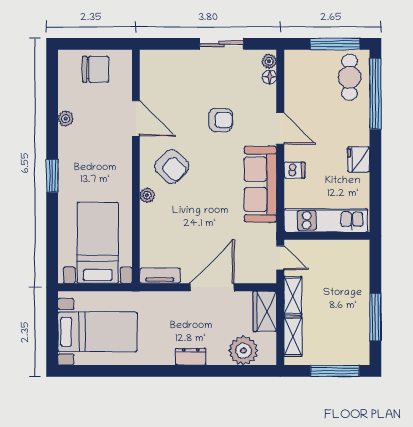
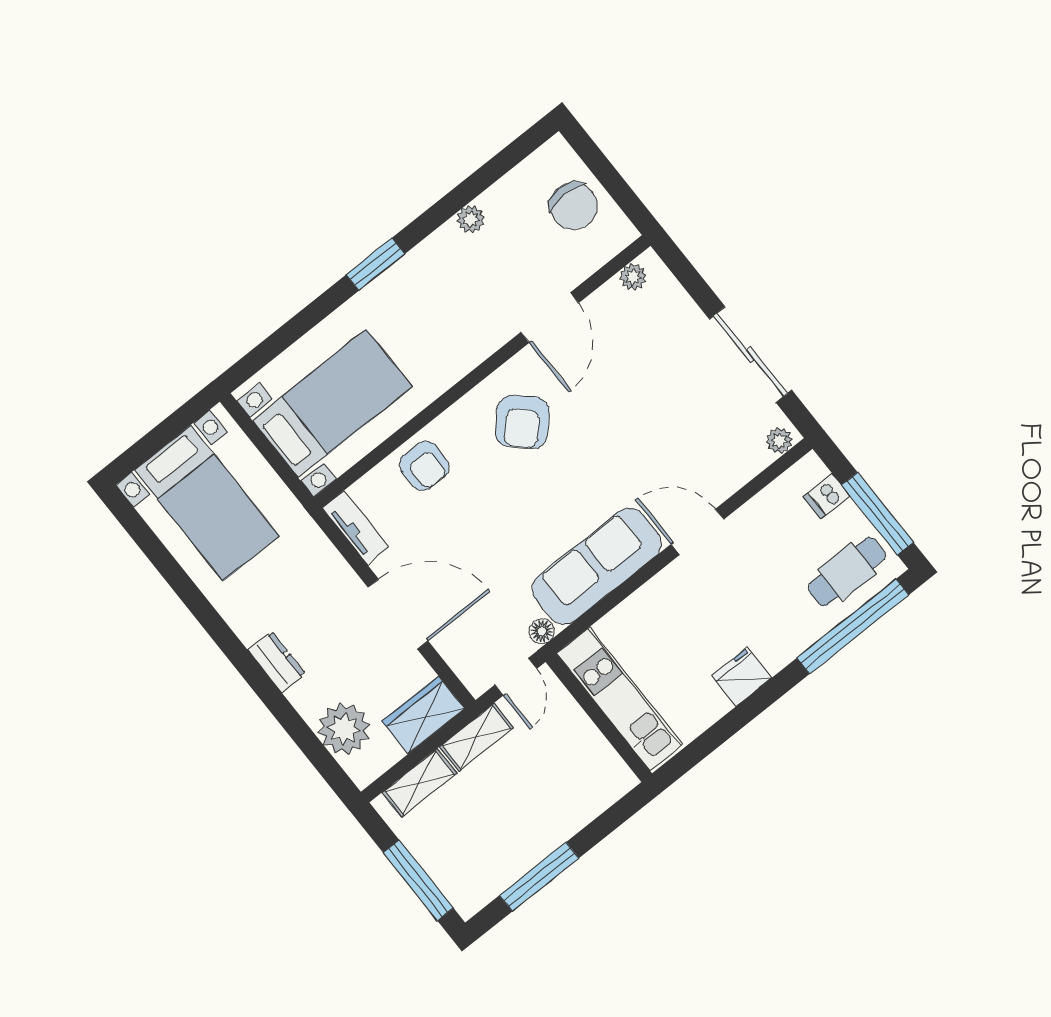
sliding door: (222, 44) -> (750, 355), width x1.37
floor lamp: (270, 77) -> (542, 631), moved
armchair: (221, 120) -> (424, 466), moved
door: (280, 129) -> (697, 532), swing flipped
dishwasher: (294, 170) -> (827, 496), moved, turned 90
plant: (147, 195) -> (633, 277), moved

